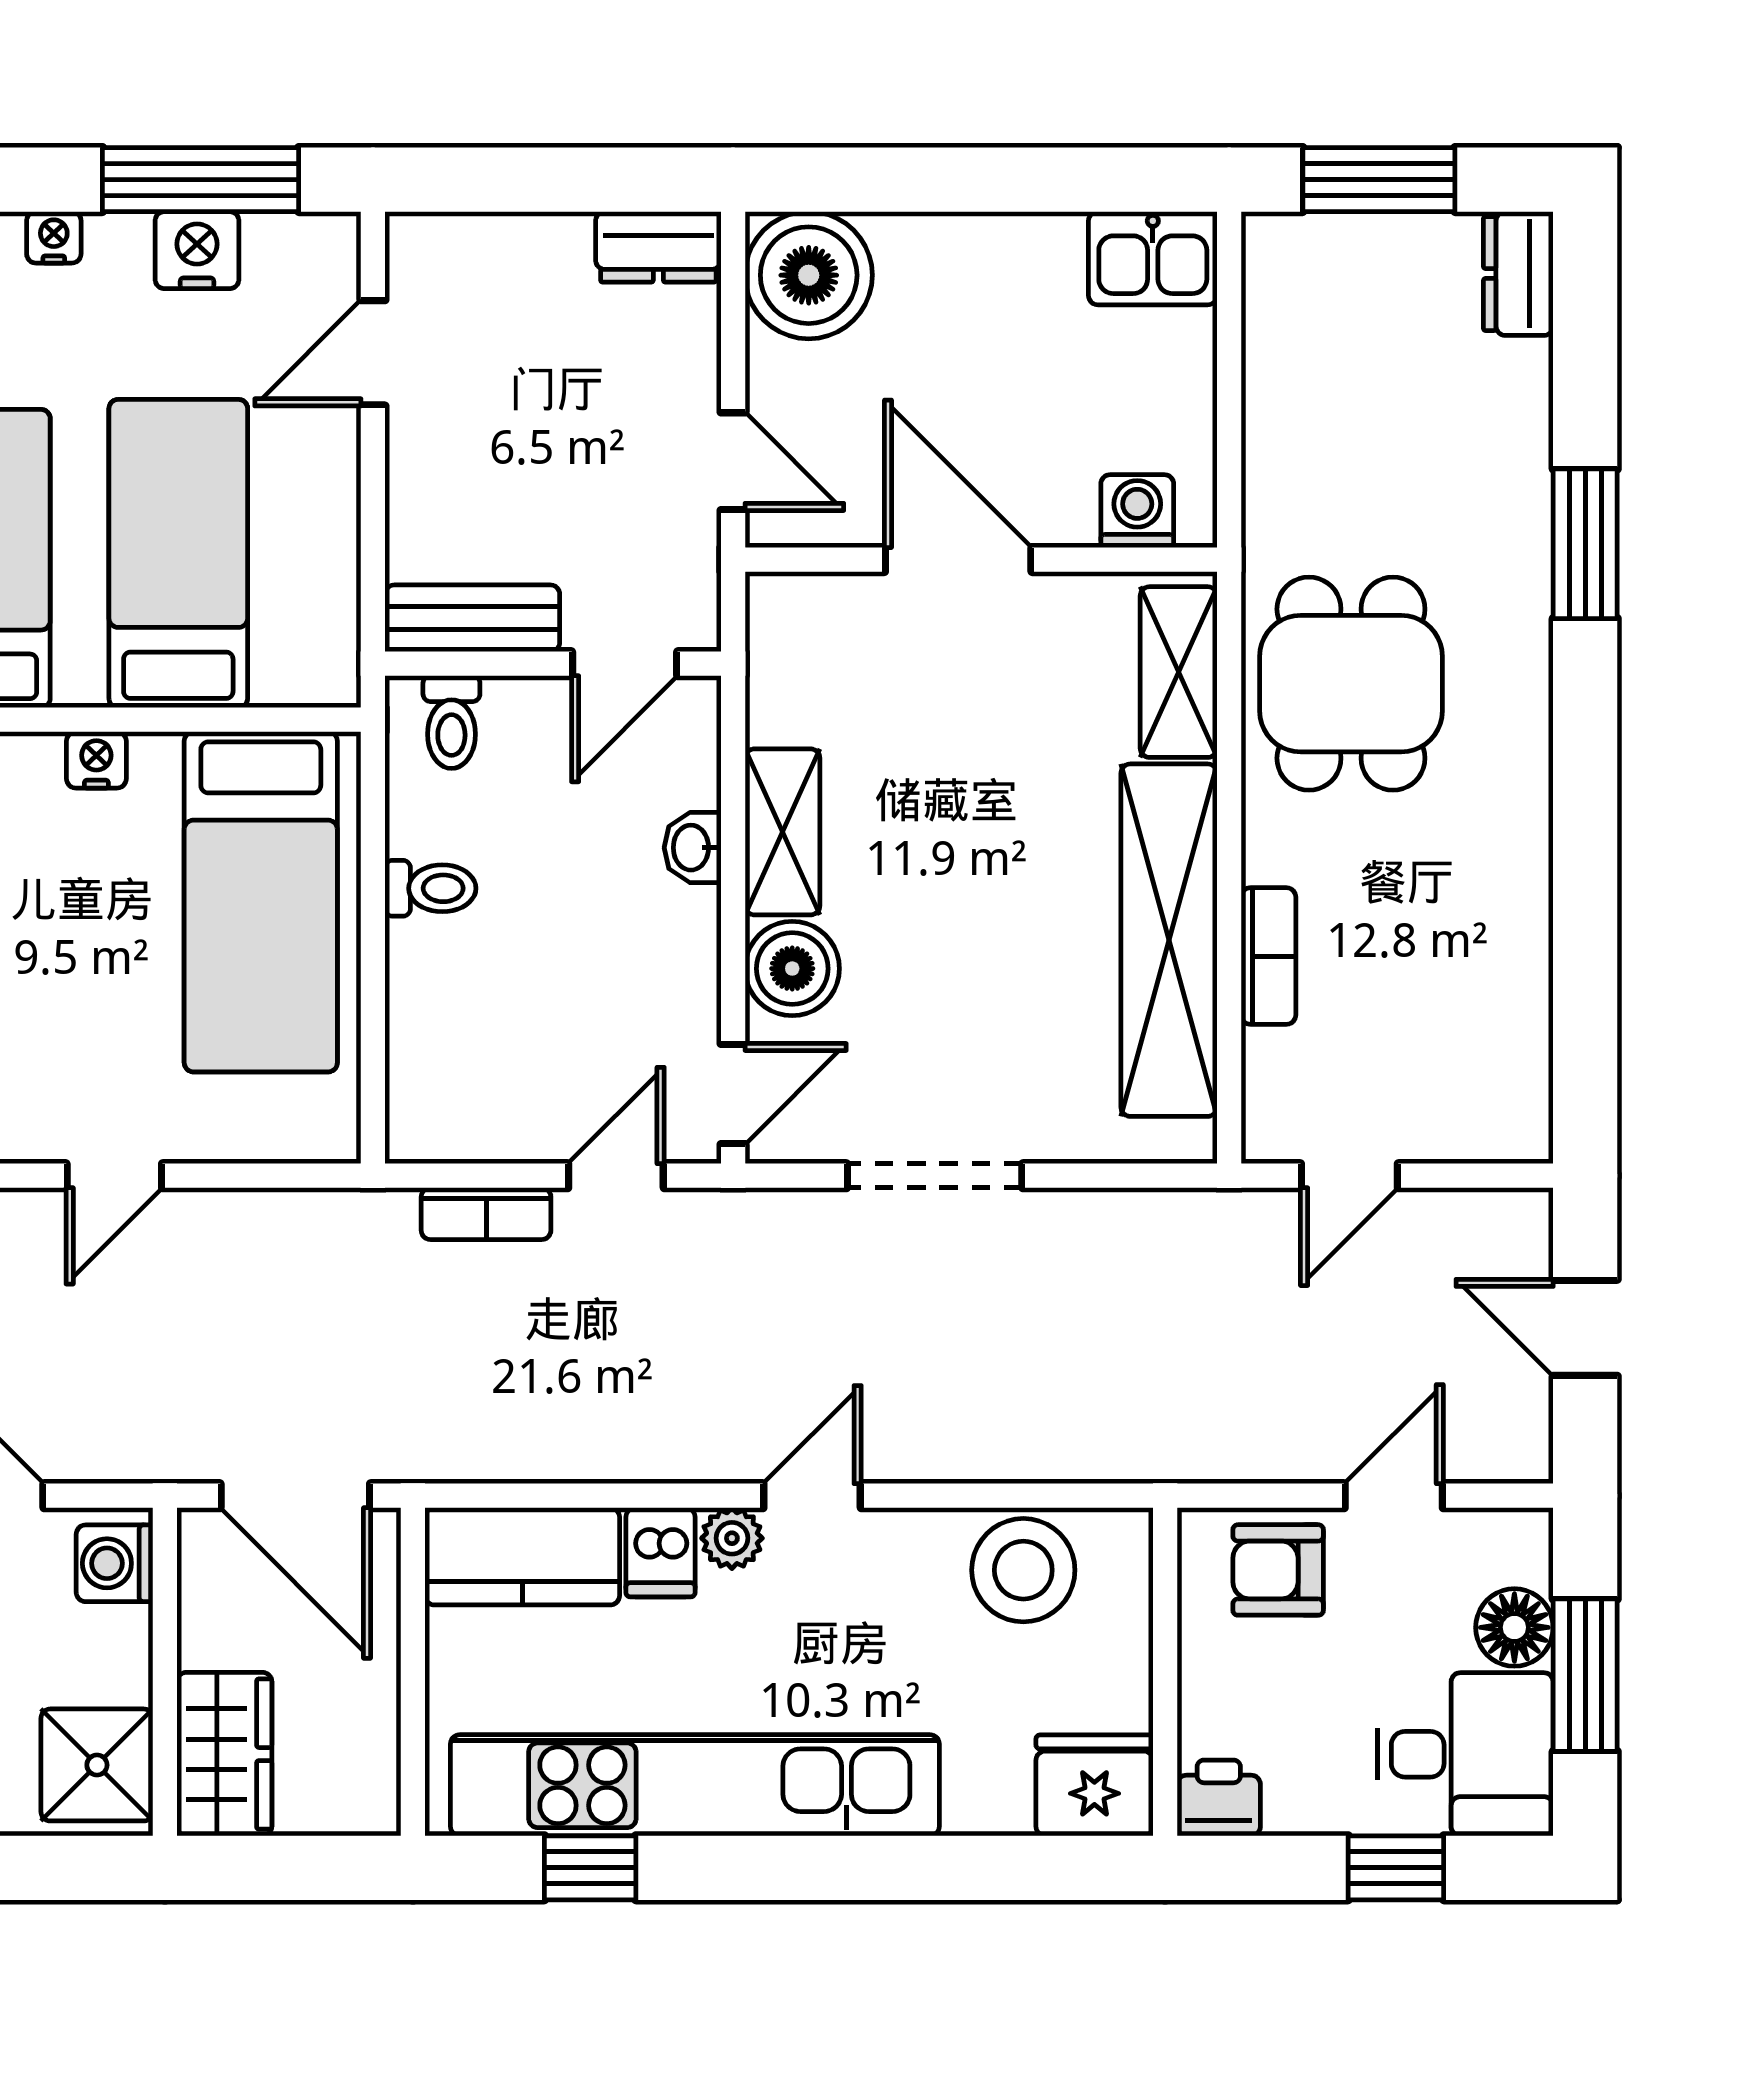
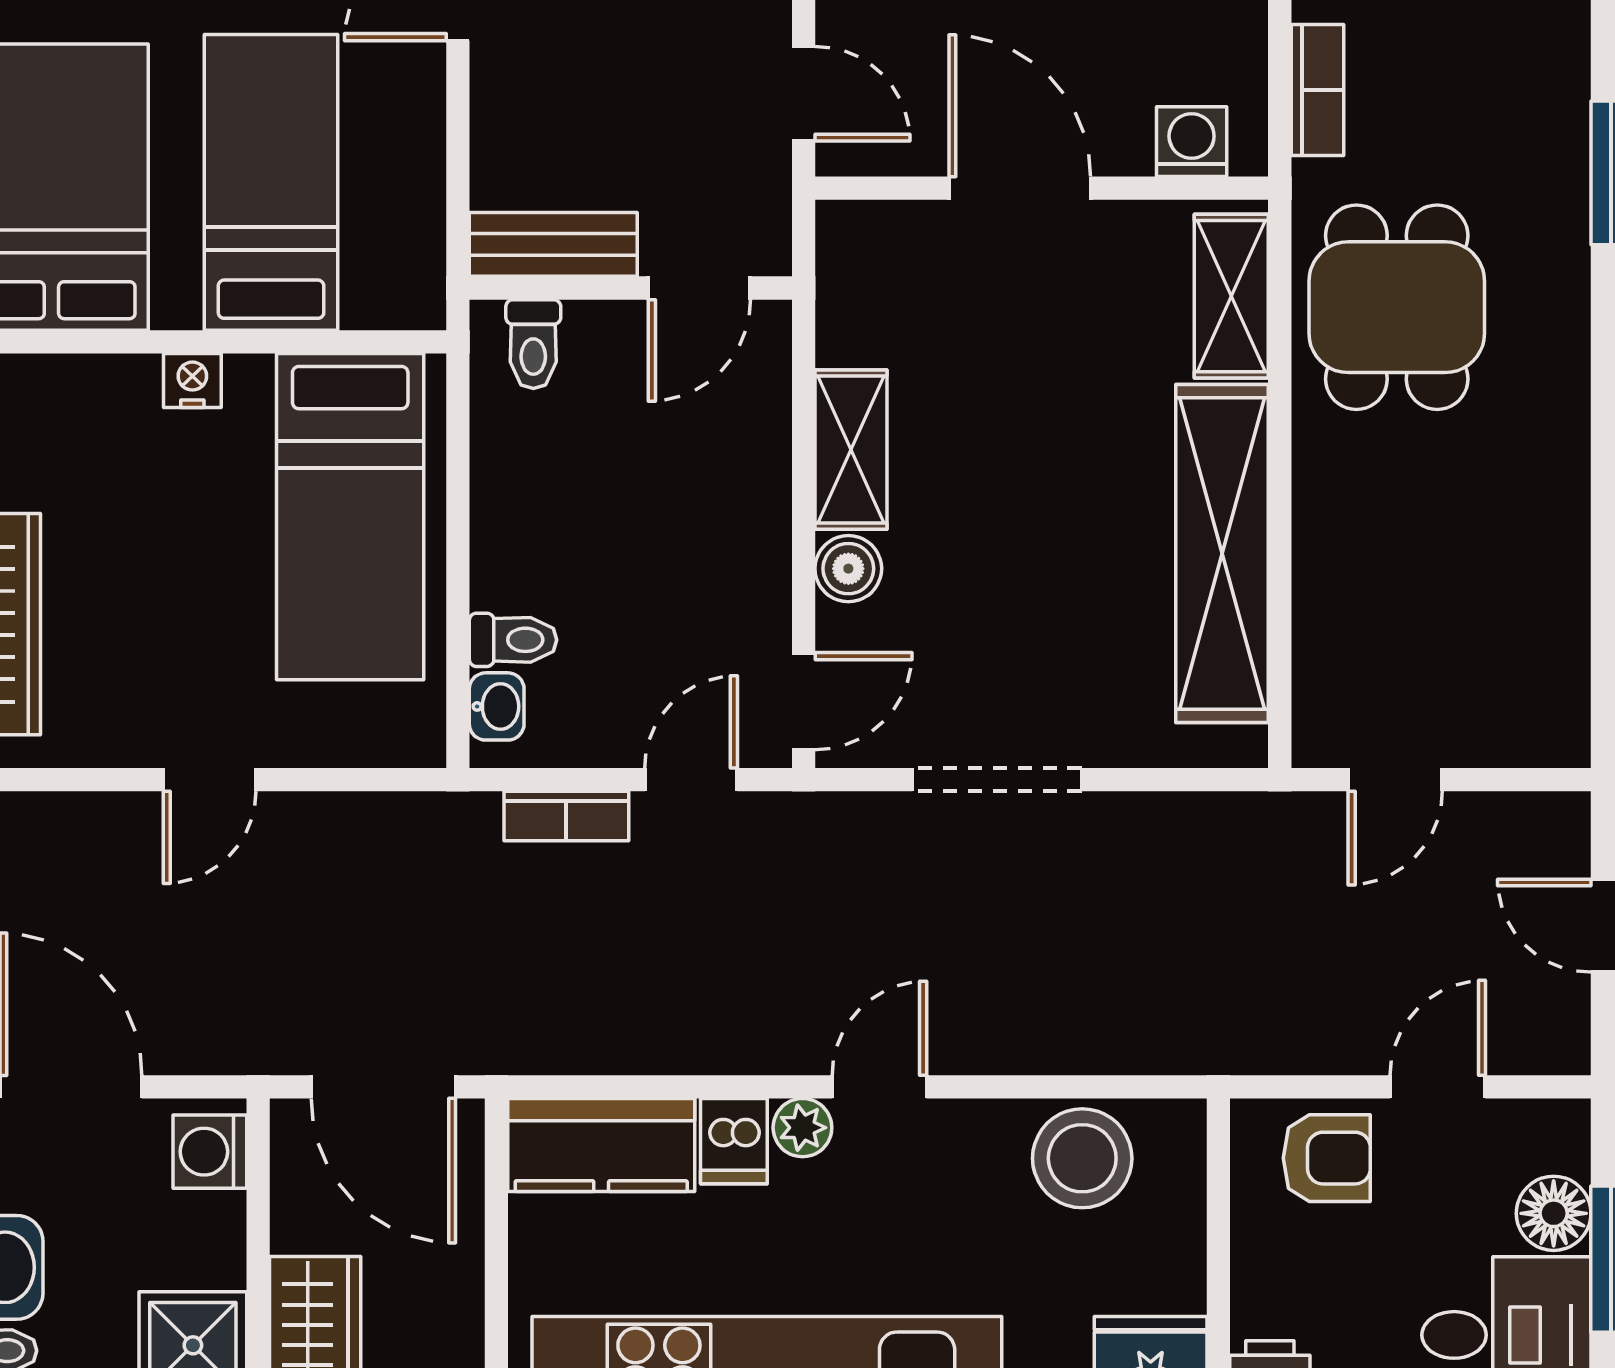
washbasin: (693, 848) -> (497, 706), moved, turned 180
toilet: (430, 888) -> (513, 640), moved
bookcase: (1268, 956) -> (1318, 90), moved
boiler: (792, 969) -> (848, 569), width x0.73, depth x0.73
armchair: (1278, 1570) -> (1327, 1158), turned 180

